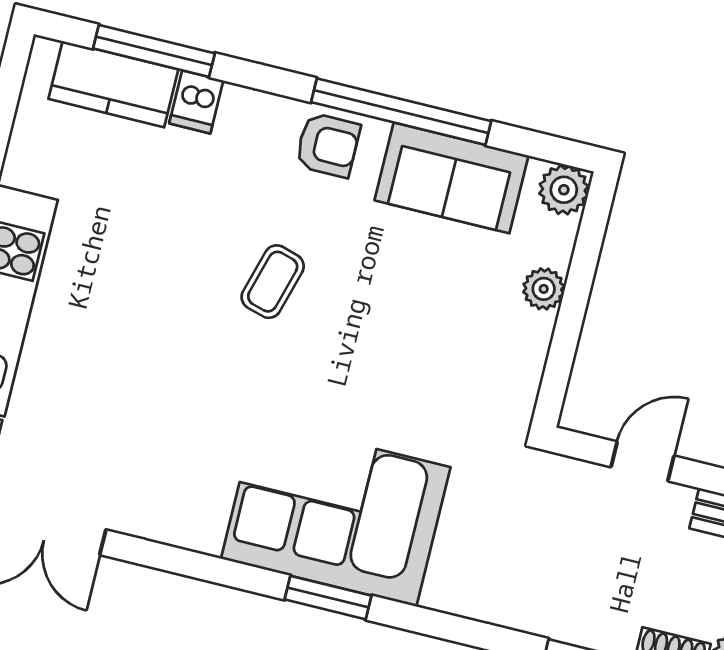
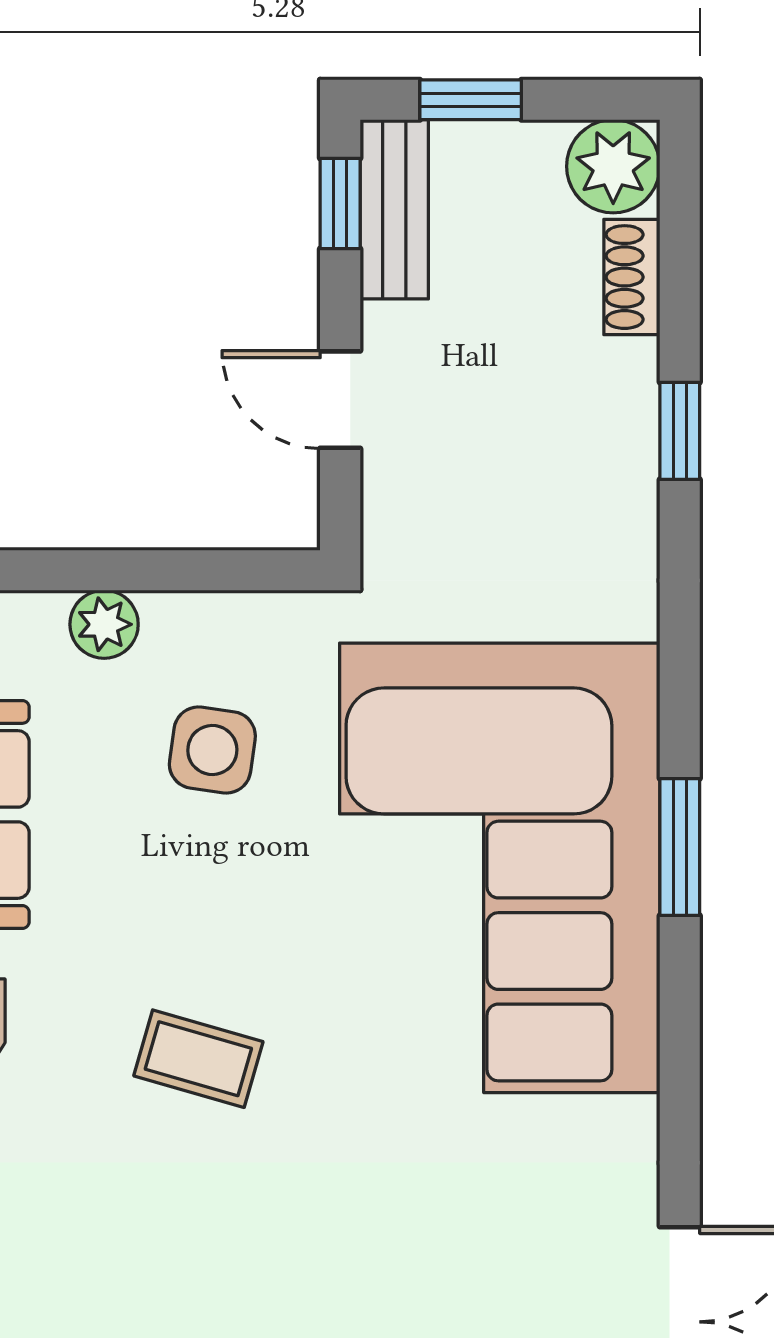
side table: (453, 335) -> (212, 750), added
corner sofa: (336, 513) -> (500, 868), width x1.36, depth x1.36

